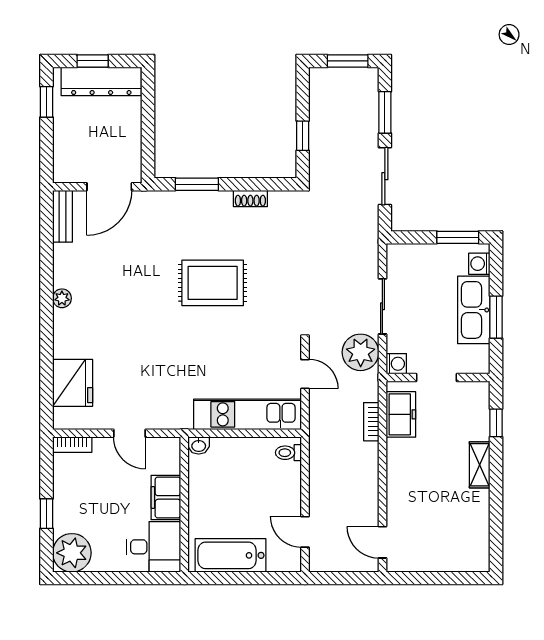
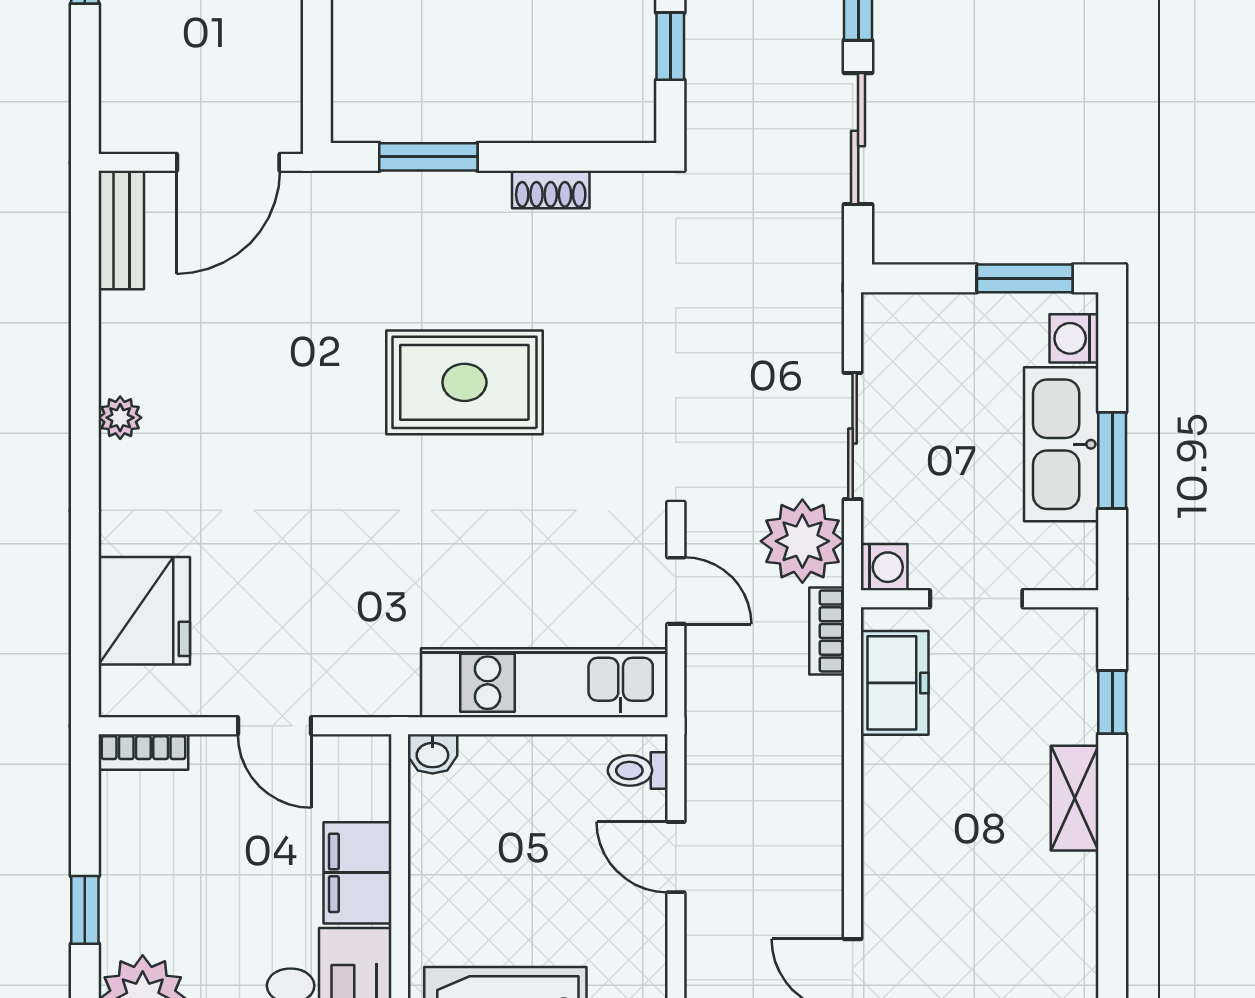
bookcase: (371, 422) -> (827, 631), moved
door: (305, 532) -> (676, 857), moved

